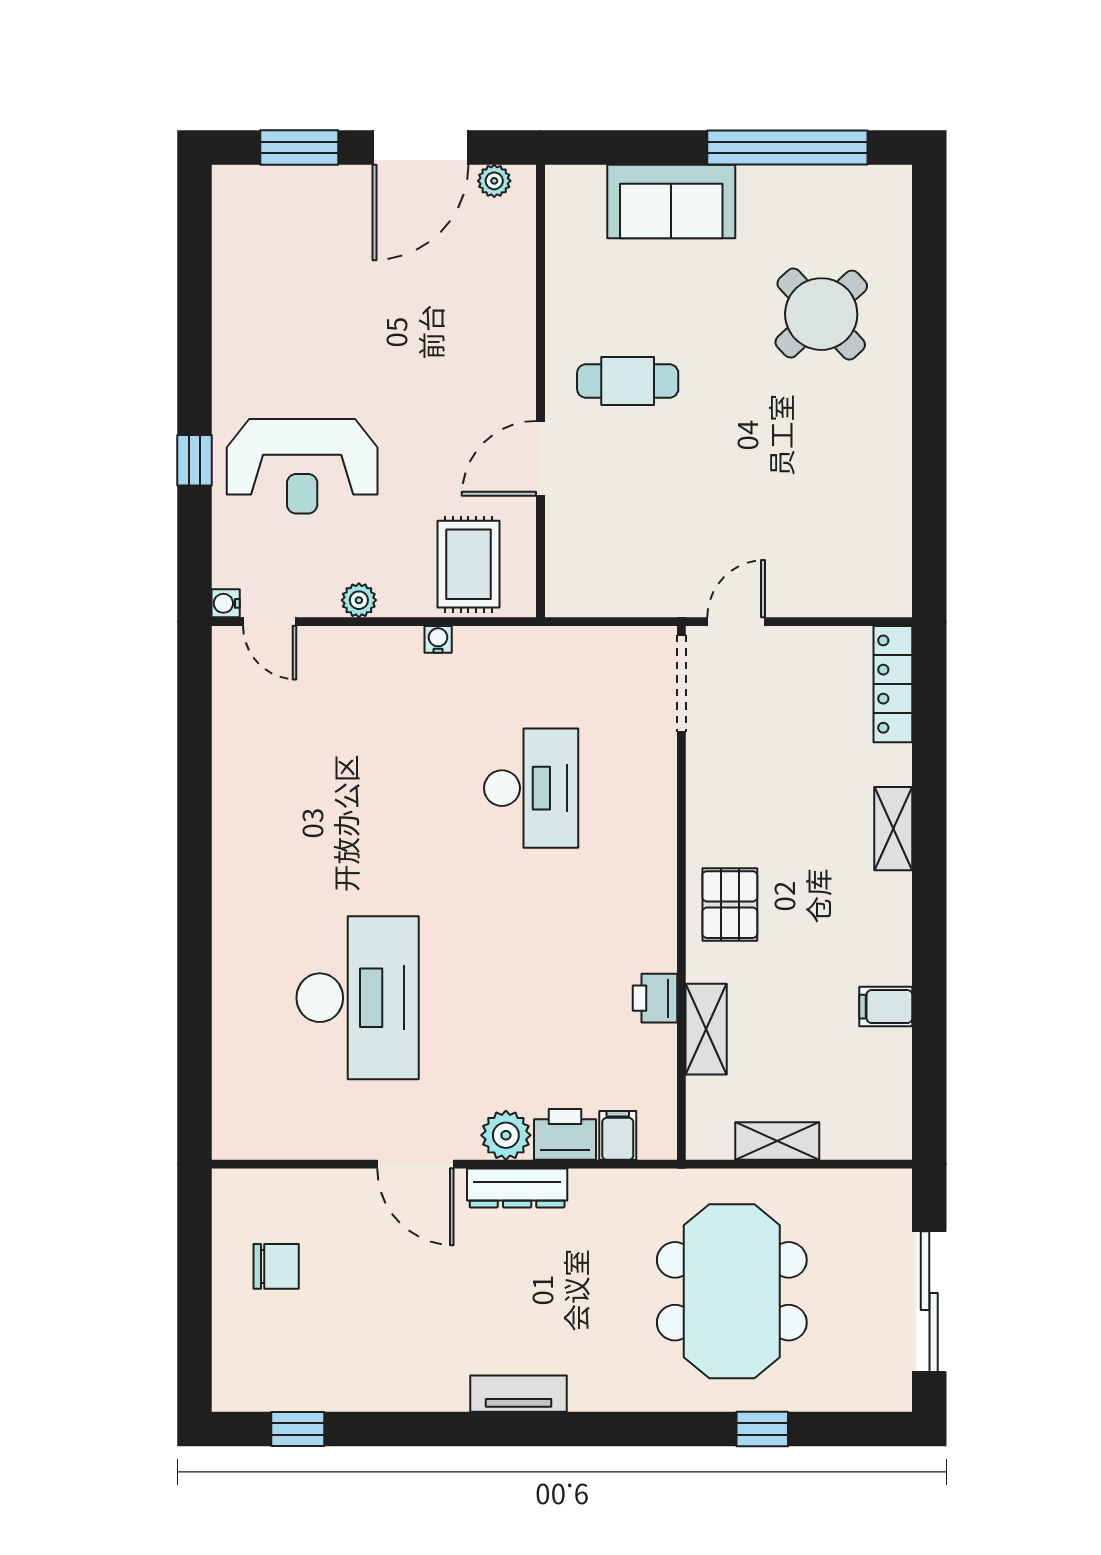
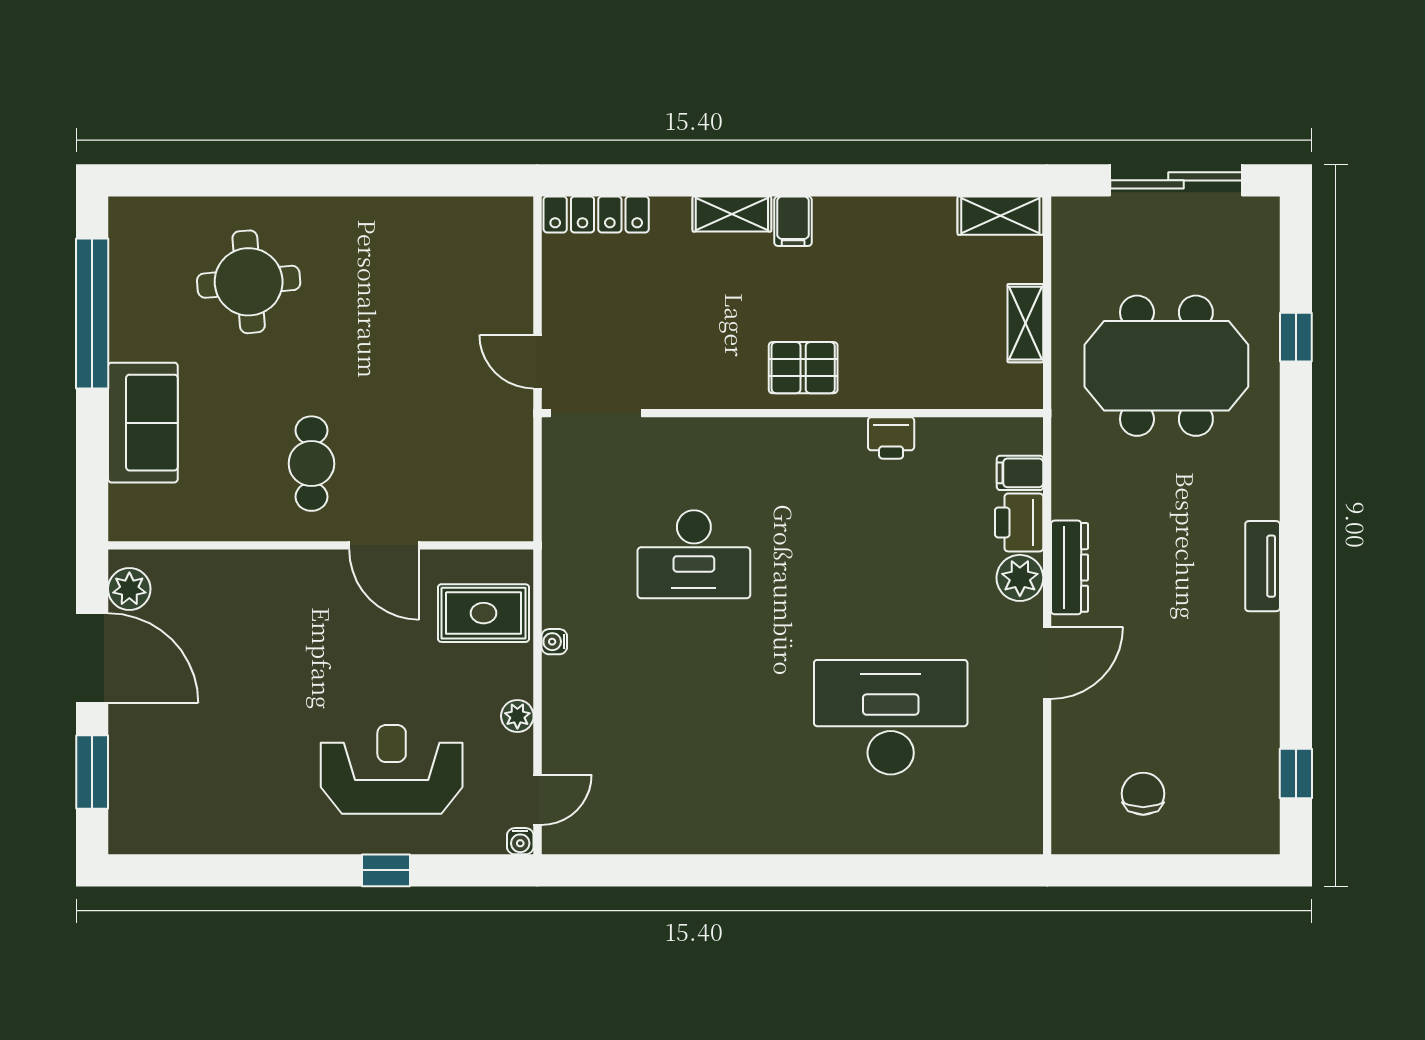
plant: (494, 181) -> (129, 589), width x1.38, depth x1.38
round table: (821, 314) -> (249, 282), turned 38
reception desk: (302, 466) -> (392, 769), turned -90
desk: (531, 788) -> (694, 554), turned 180
filing cabinet: (886, 1007) -> (793, 221), moved
shelving: (706, 1029) -> (1000, 216), moved

